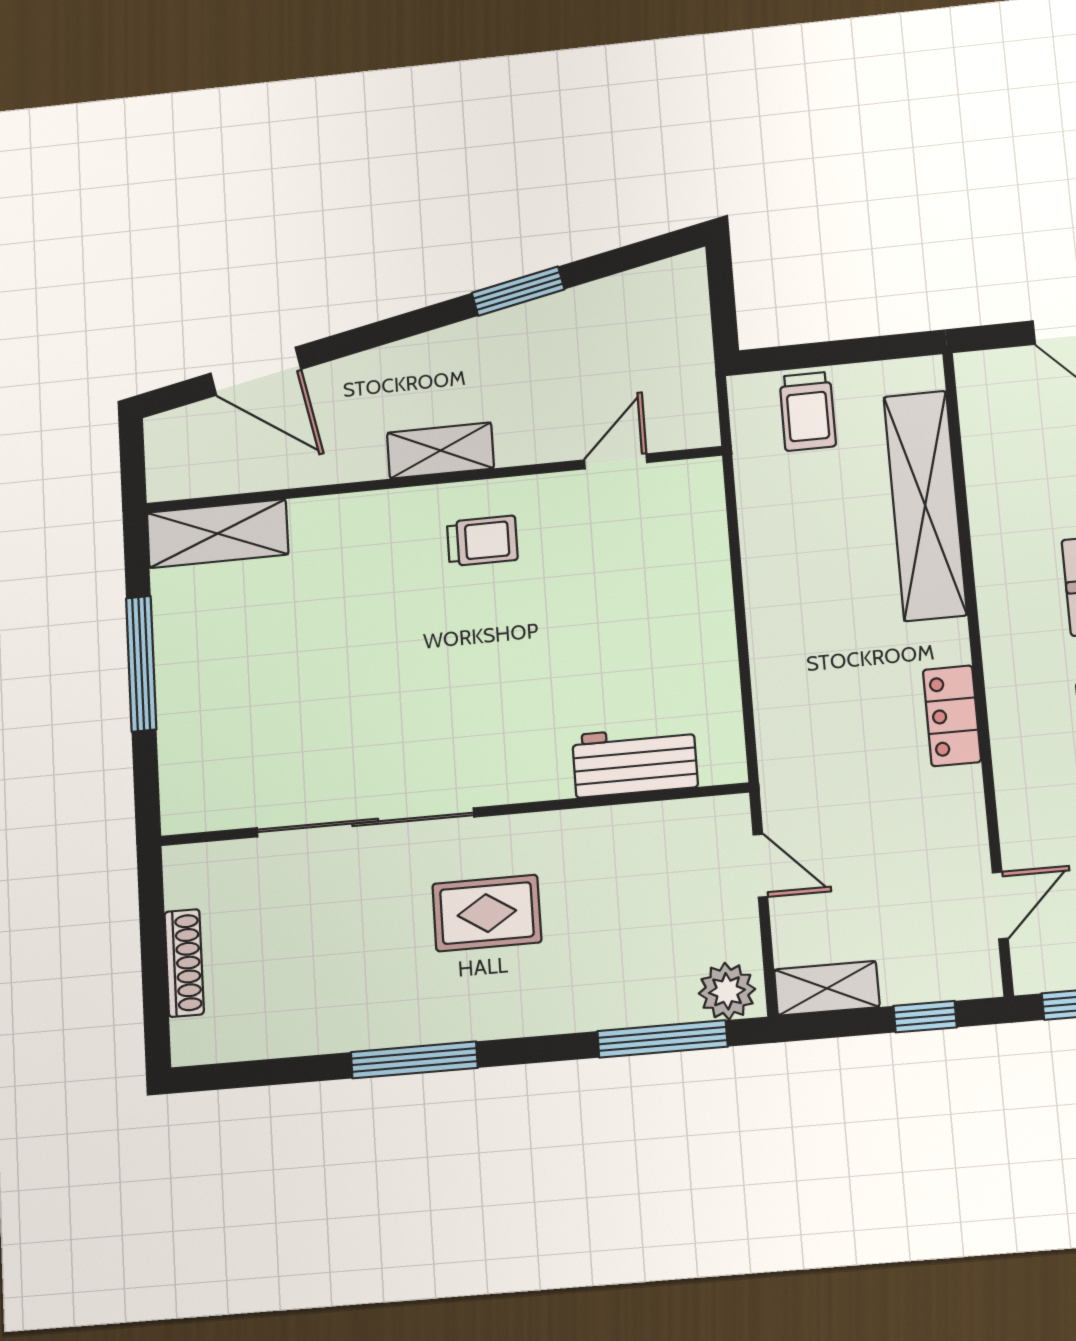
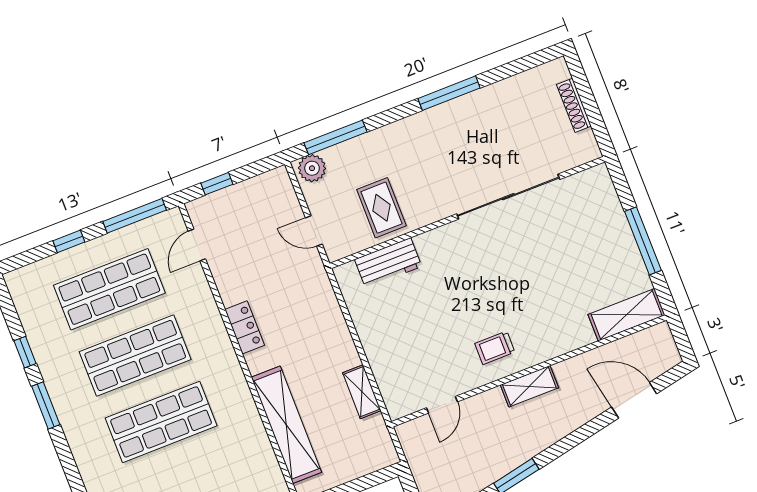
trolley: (808, 411) -> (356, 455), removed
rug: (487, 913) -> (381, 208), moved, turned 90
shelving: (827, 988) -> (362, 392), moved, turned 90

